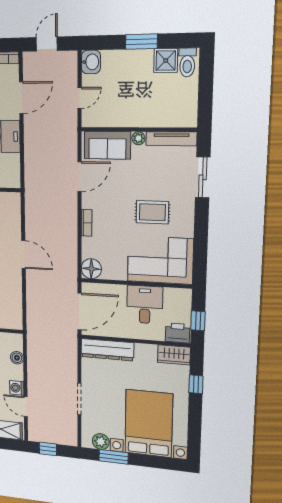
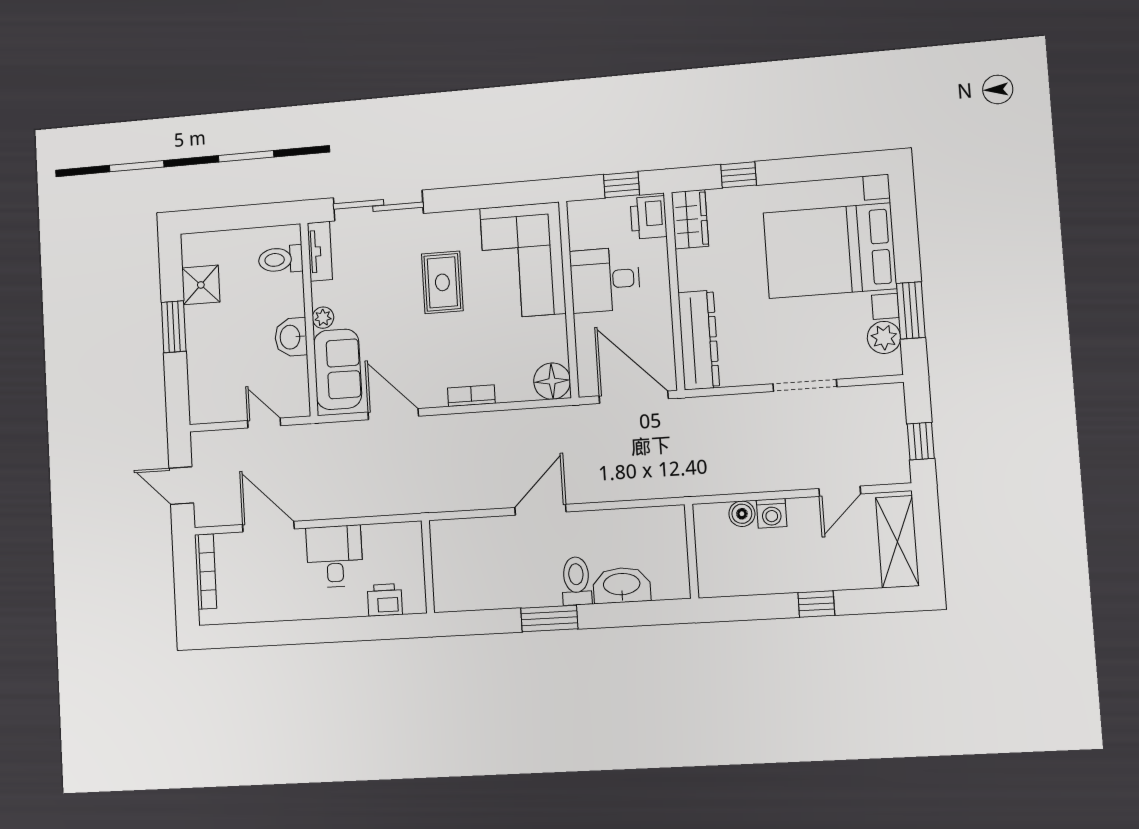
washbasin: (91, 62) -> (291, 337), moved, turned -90
toilet: (187, 62) -> (281, 259), moved, turned 180
tv unit: (171, 139) -> (320, 251), width x0.71
sliding door: (203, 177) -> (378, 206), width x1.37
washing machine: (17, 388) -> (772, 513), moved

